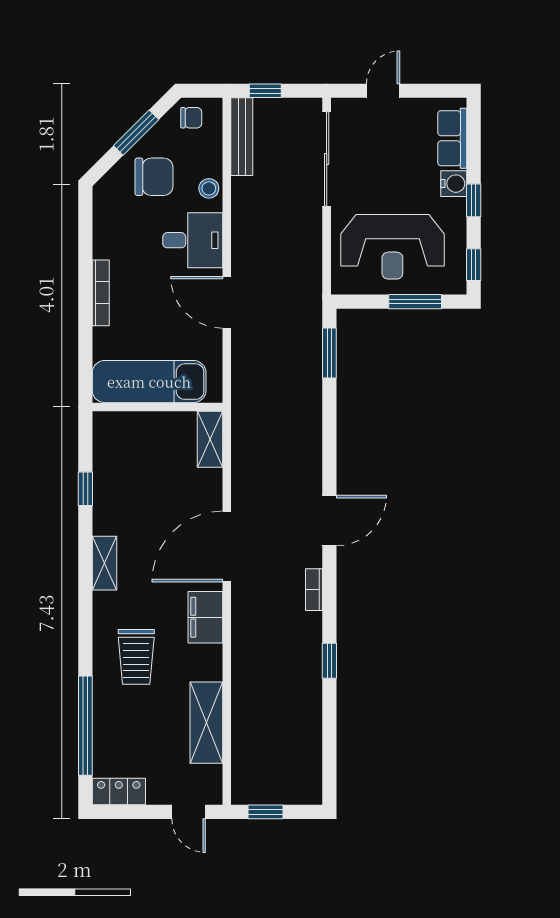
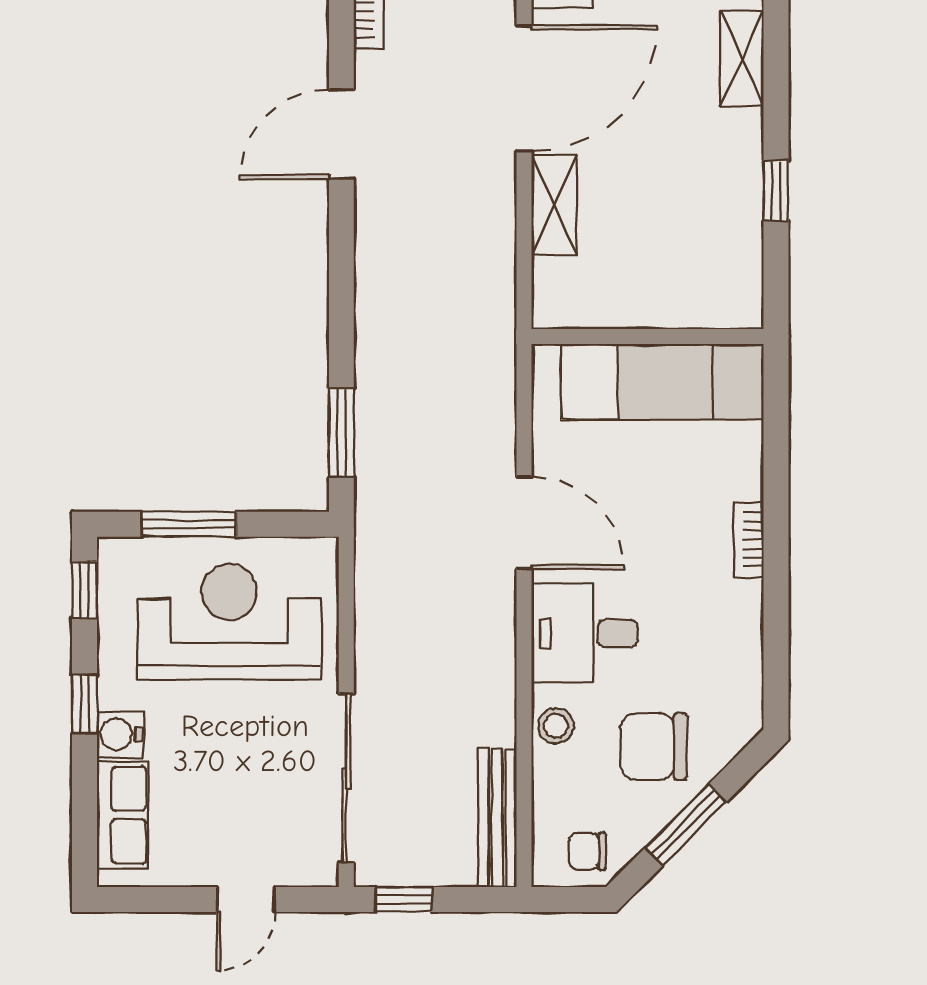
window: (265, 91) -> (404, 900), moved
bookcase: (101, 293) -> (749, 540), width x0.64
shelving: (210, 439) -> (554, 205), moved

